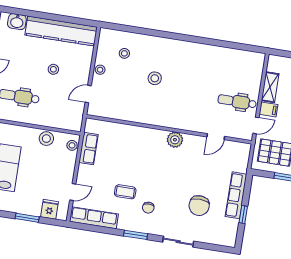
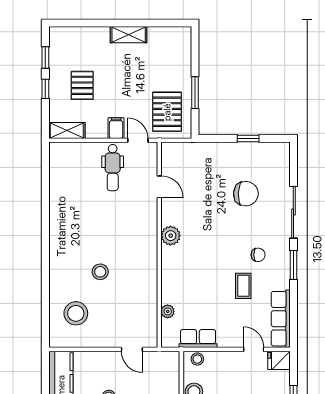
stool: (124, 53) -> (76, 313), width x1.89, depth x1.89
stool: (100, 70) -> (100, 340), removed
shelving: (270, 87) -> (67, 130), moved
plant: (114, 128) -> (168, 311), added
row of seats: (236, 195) -> (226, 151), removed
fridge: (50, 209) -> (279, 360), moved
sliding door: (178, 242) -> (293, 212), width x1.37

